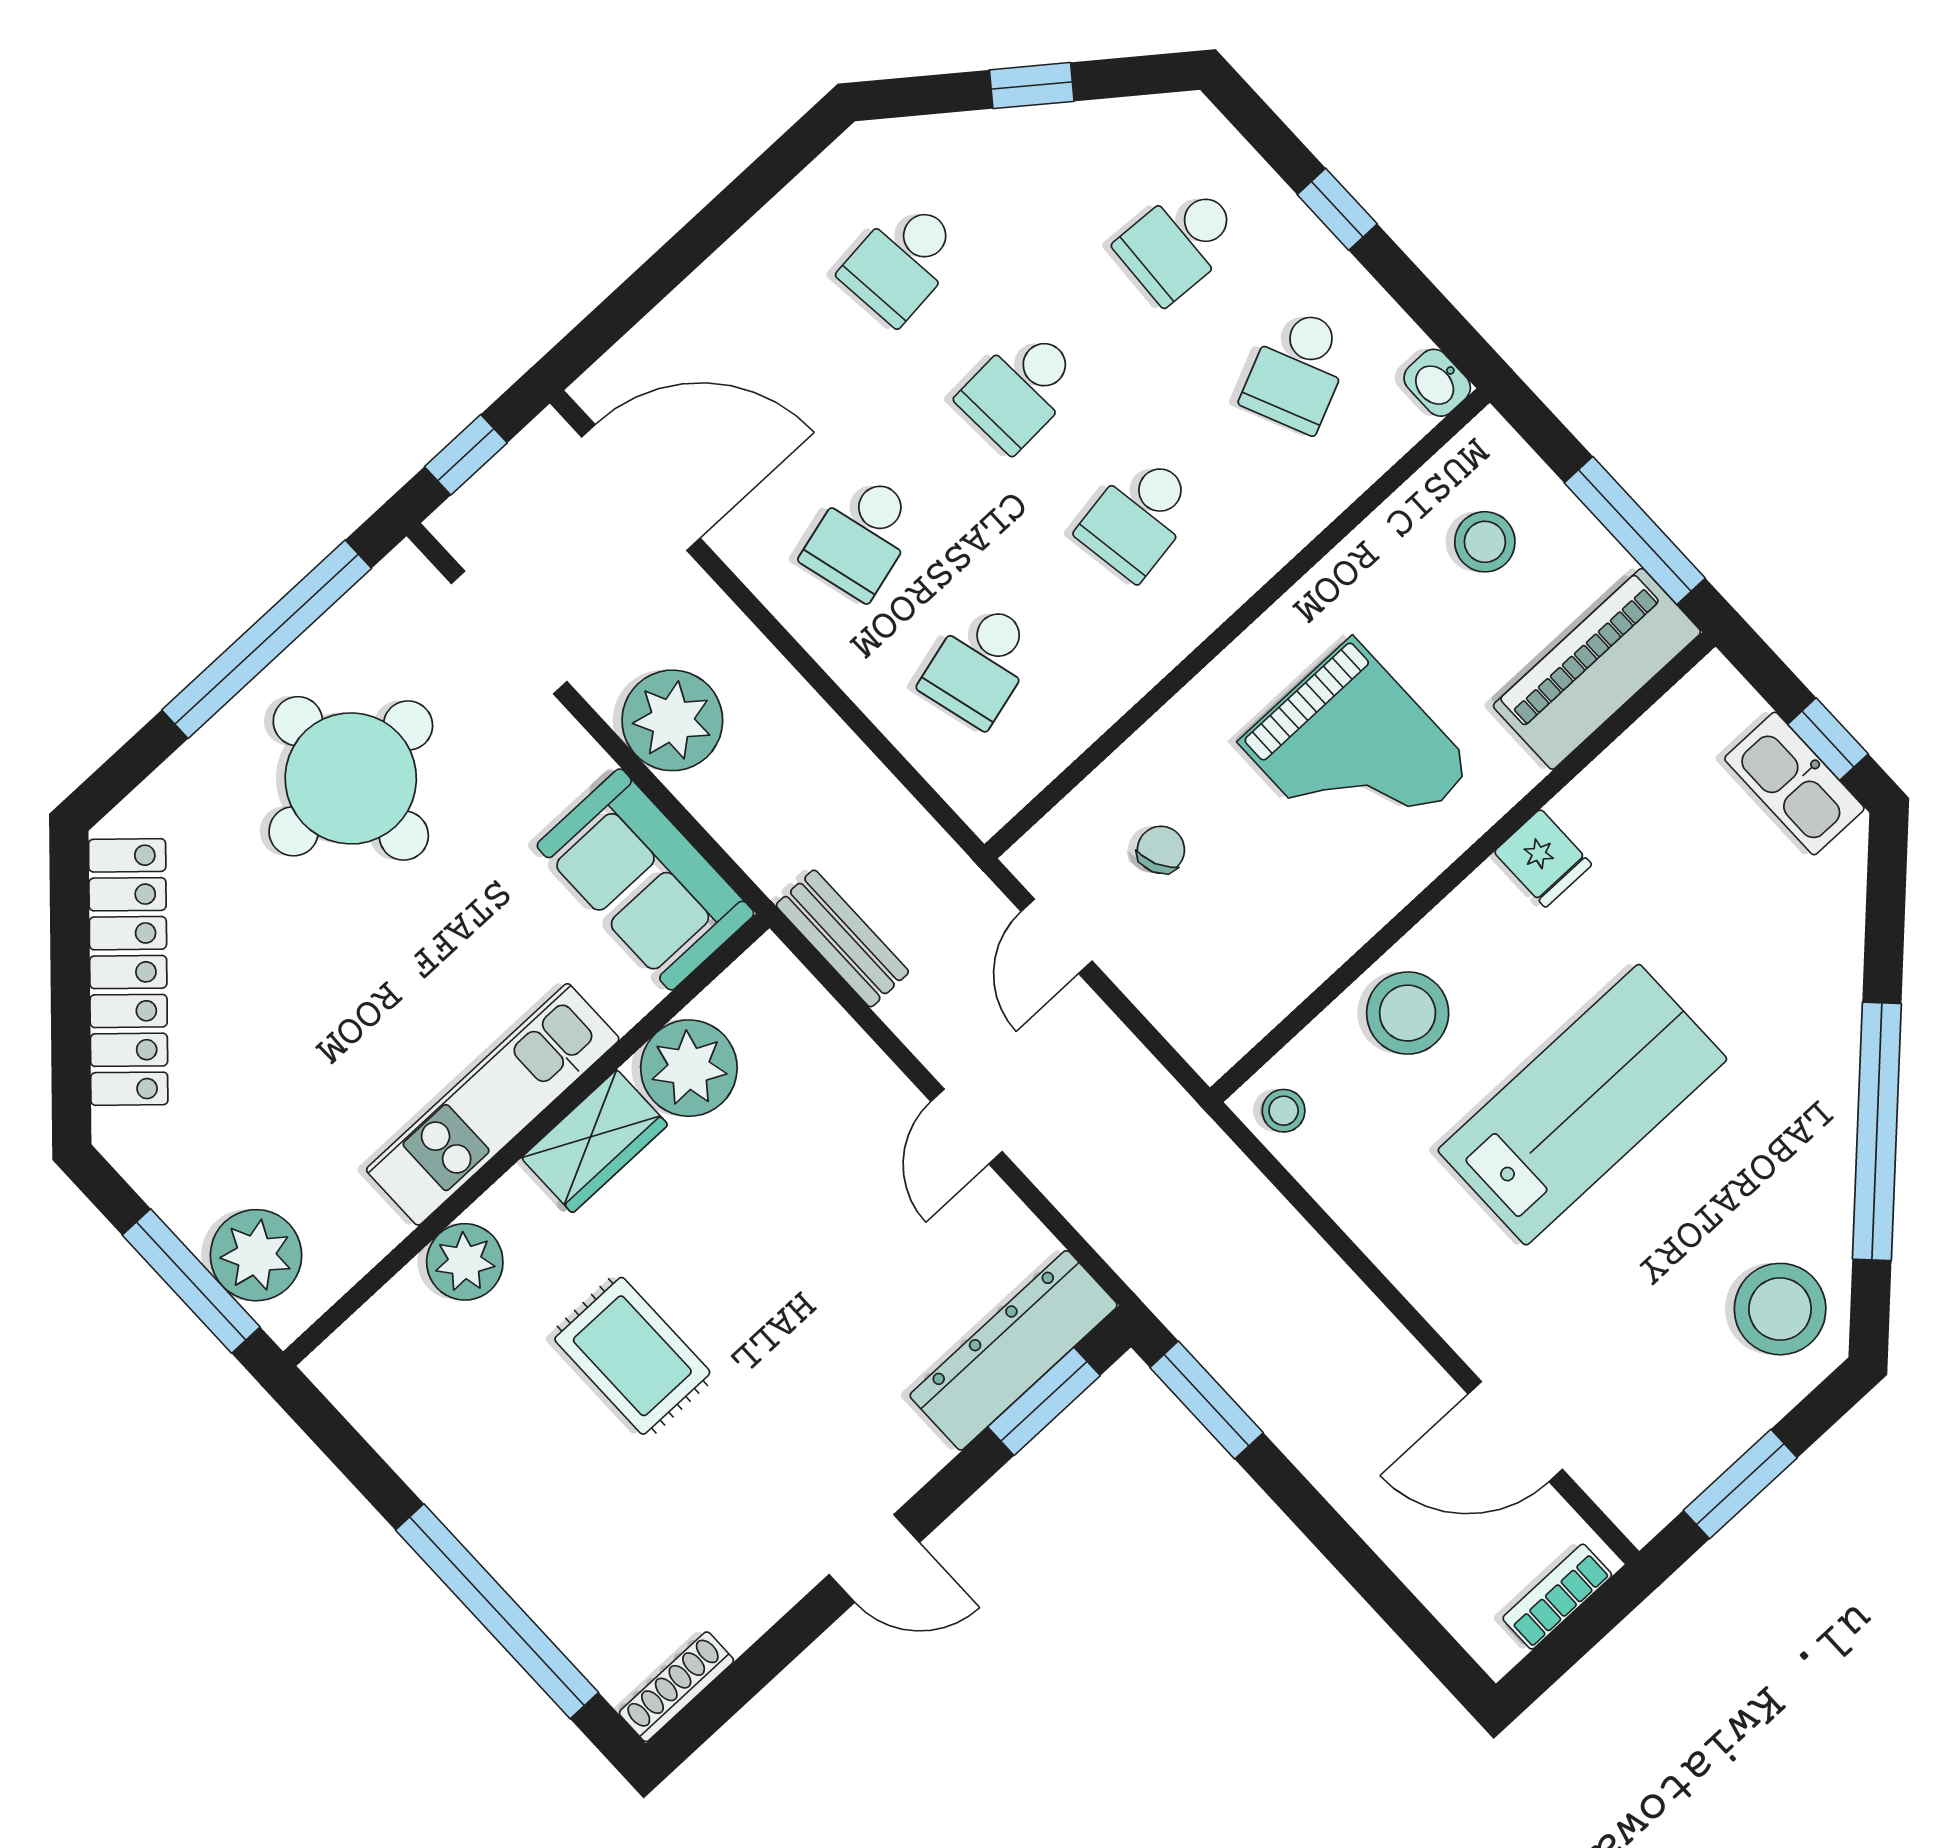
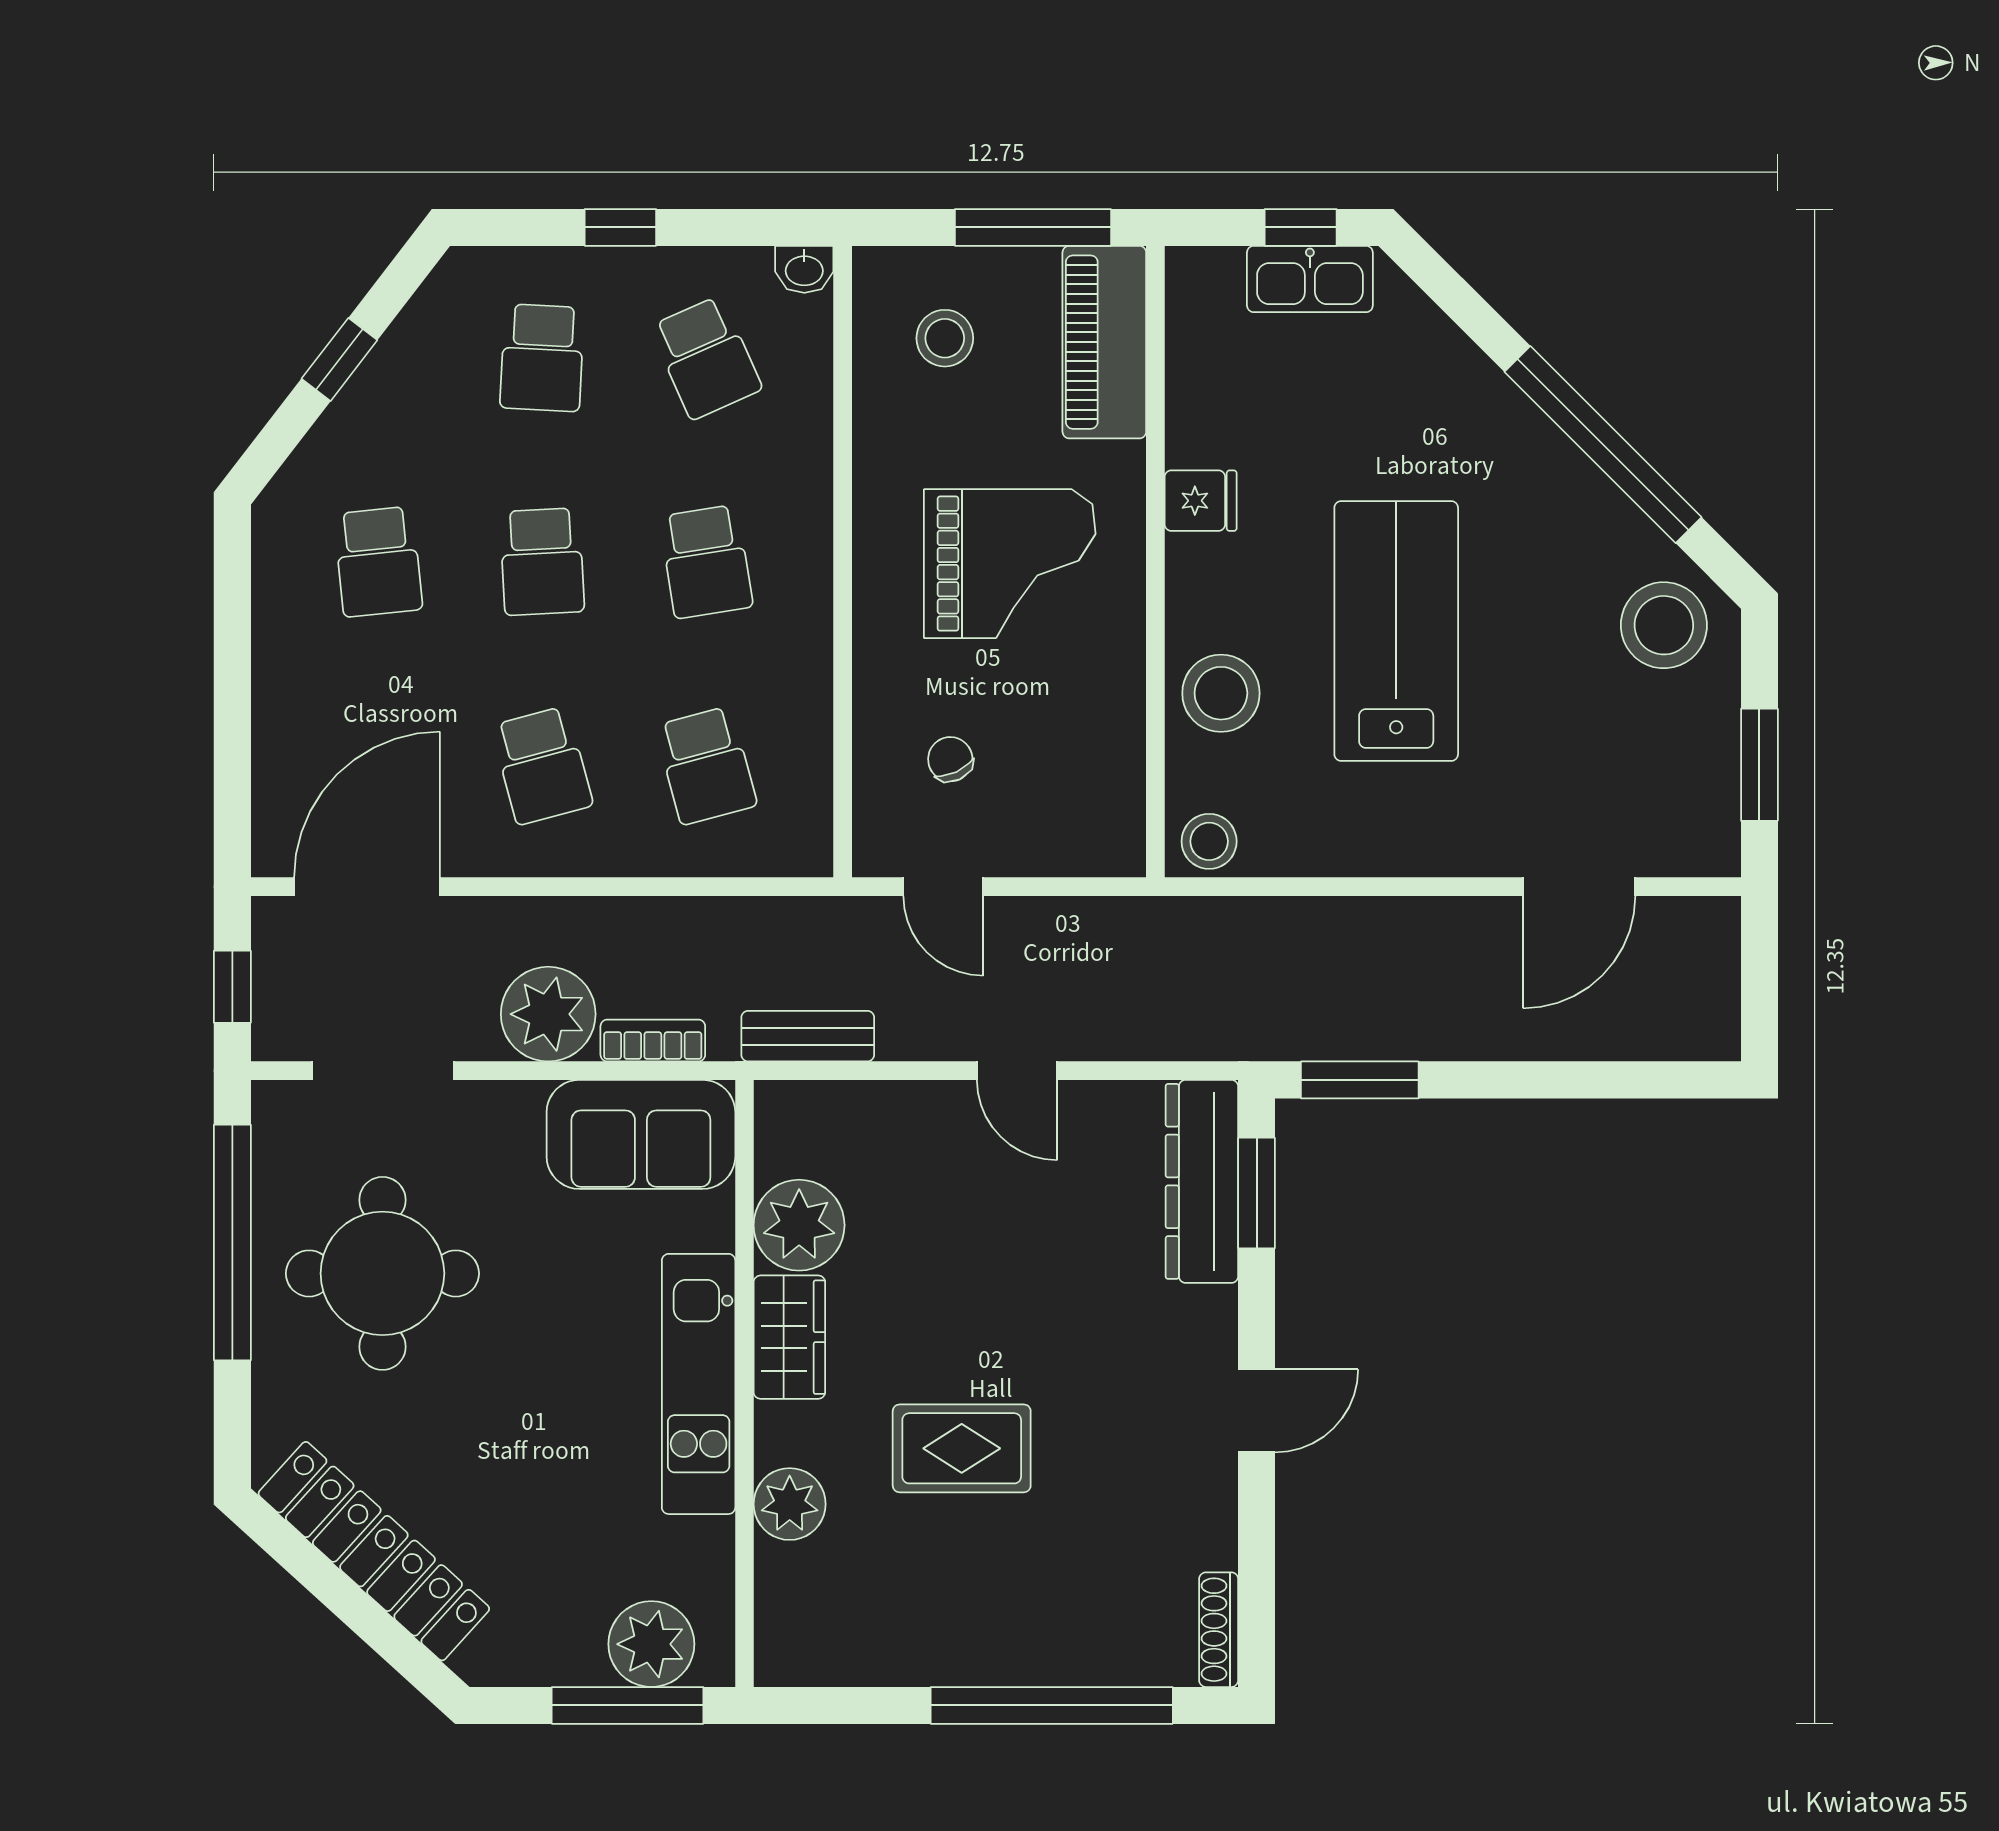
stool: (1284, 1111) -> (1209, 841), width x1.37, depth x1.37
bookcase: (1557, 1597) -> (653, 1041), moved, turned 90

